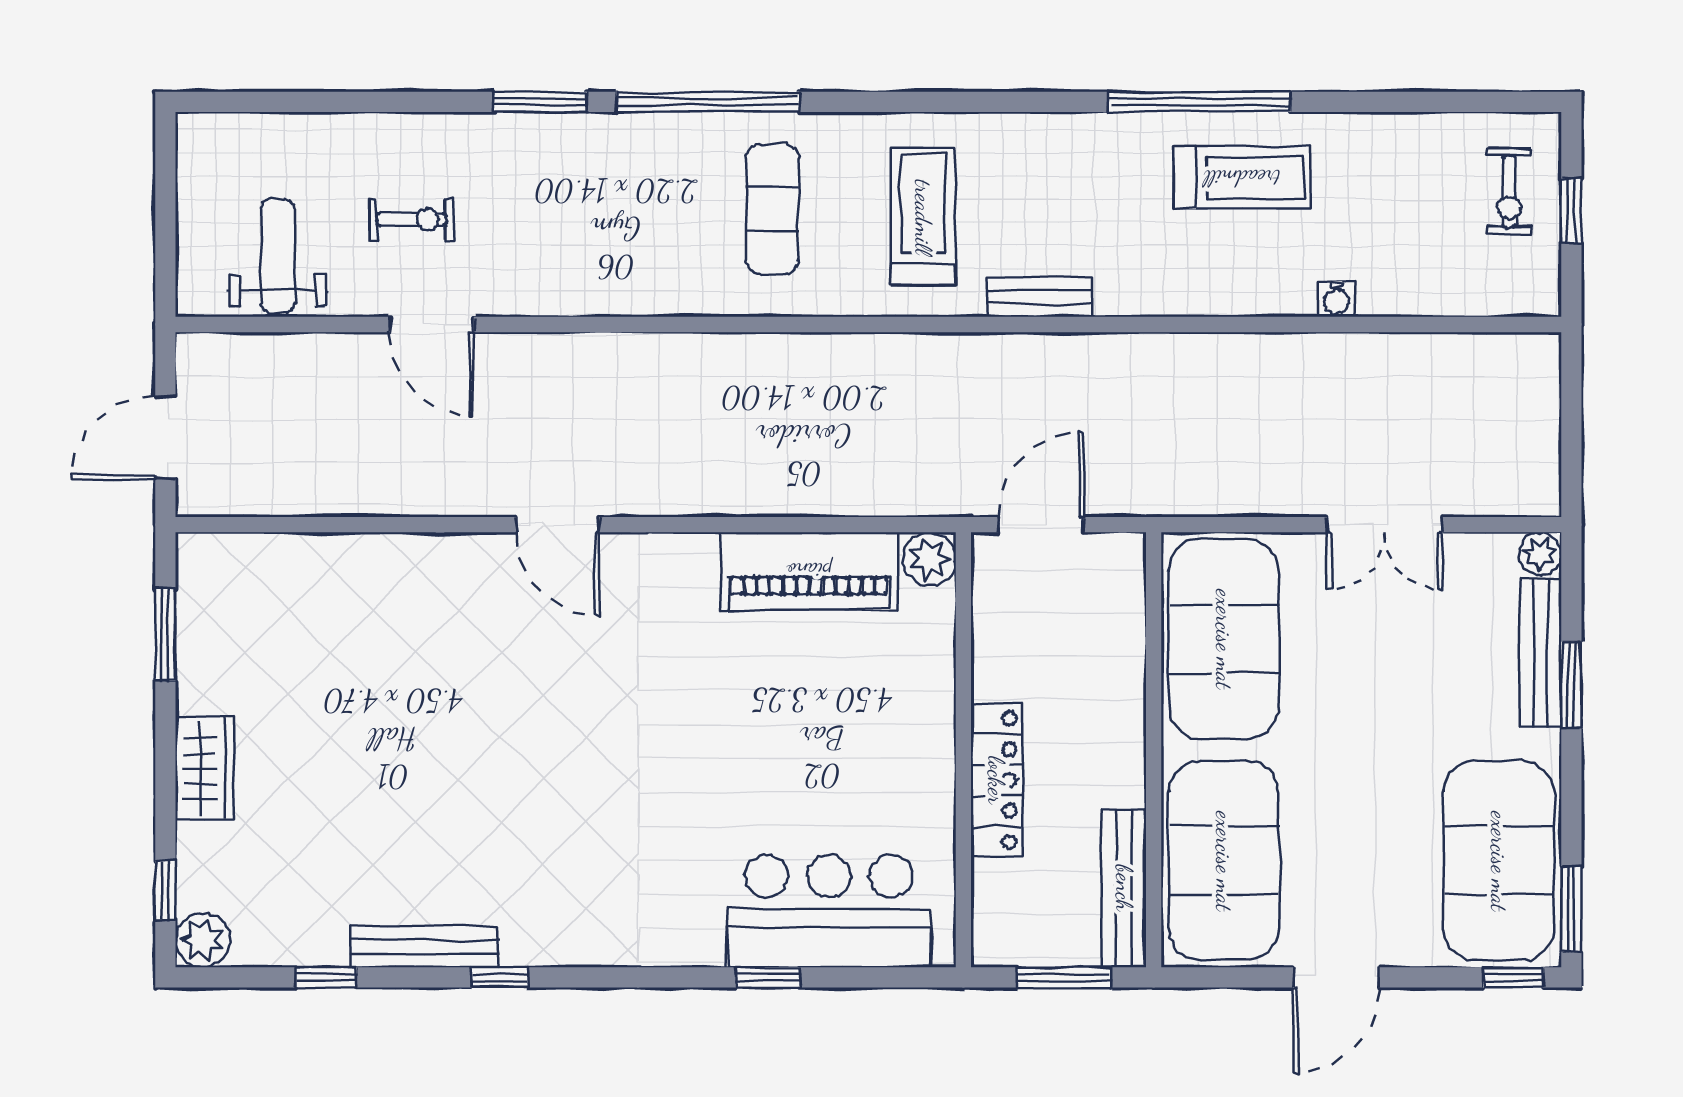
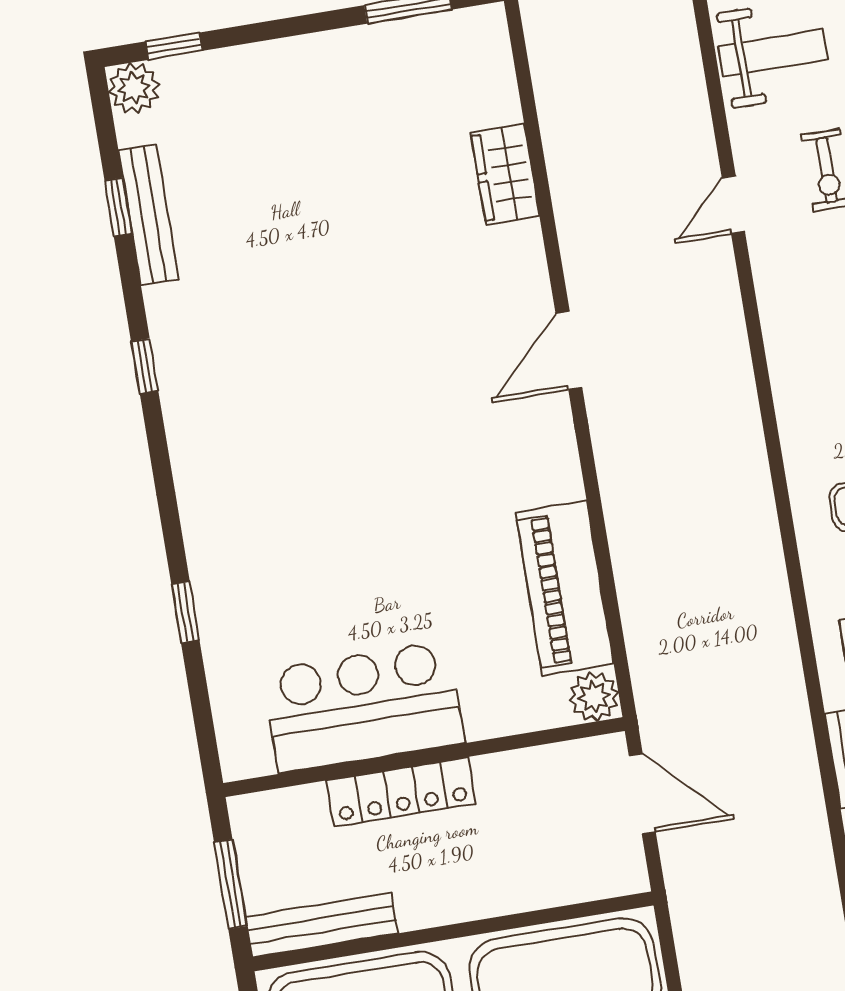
door: (432, 324) -> (733, 205), width x0.73
wardrobe: (205, 768) -> (505, 174), moved, turned 90
bar counter: (829, 911) -> (363, 707), moved, turned -90
bench: (425, 947) -> (149, 215), moved

